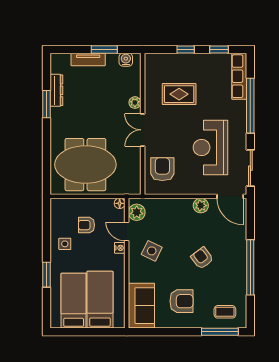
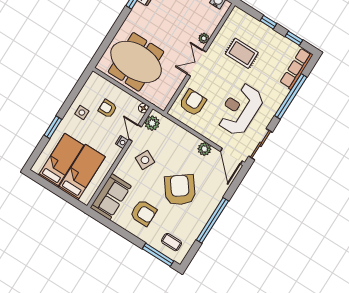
armchair: (202, 258) -> (180, 190), width x1.88, depth x1.88

